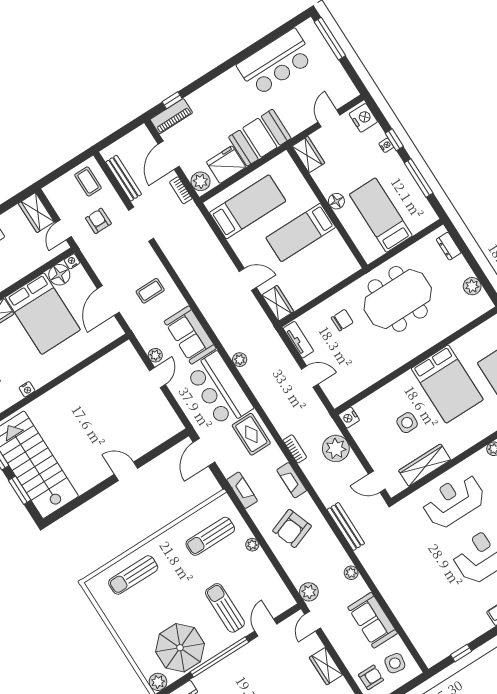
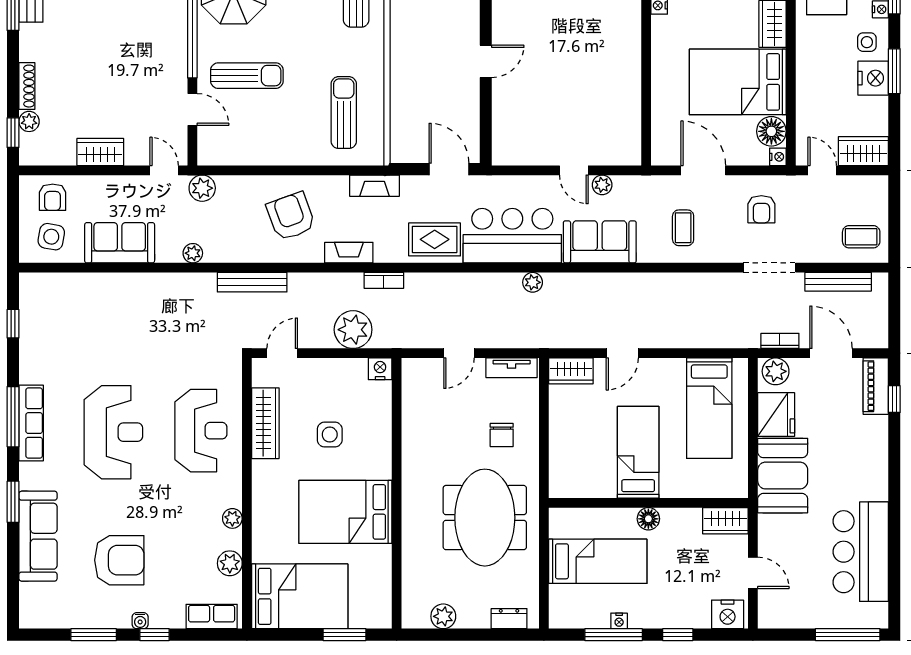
nightstand: (386, 145) -> (619, 621), moved
armchair: (98, 221) -> (761, 209), moved, turned 90
plant: (252, 545) -> (302, 156), removed

